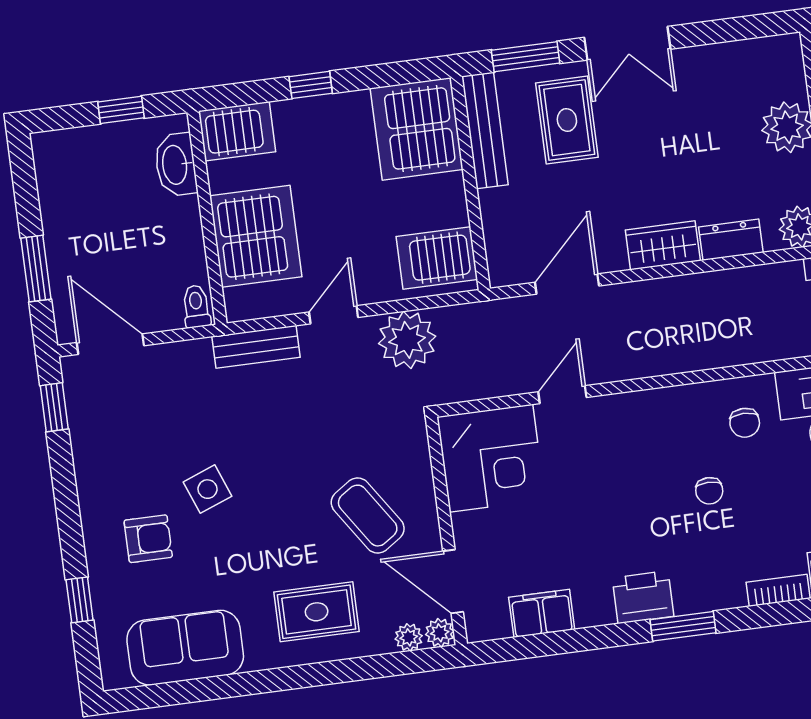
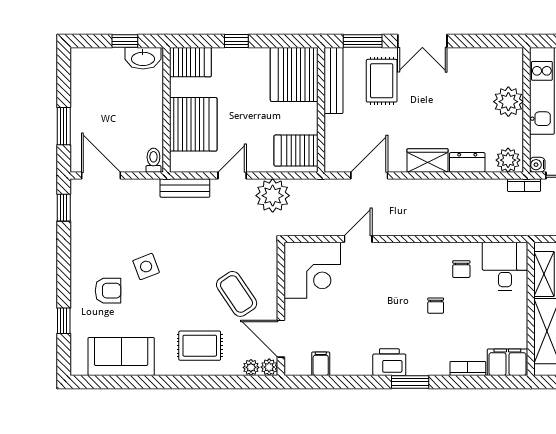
washbasin: (176, 165) -> (143, 58), moved, turned -90
filing cabinet: (542, 613) -> (321, 364), width x0.50

